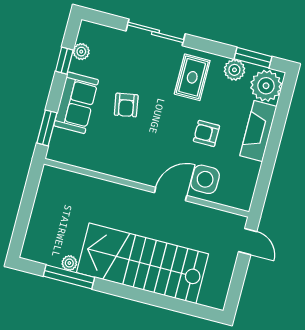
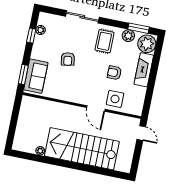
sofa: (76, 103) -> (36, 76), moved
door: (171, 194) -> (96, 108), swing flipped
window: (69, 277) -> (40, 159), removed

